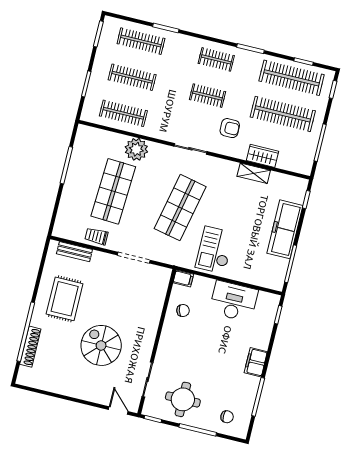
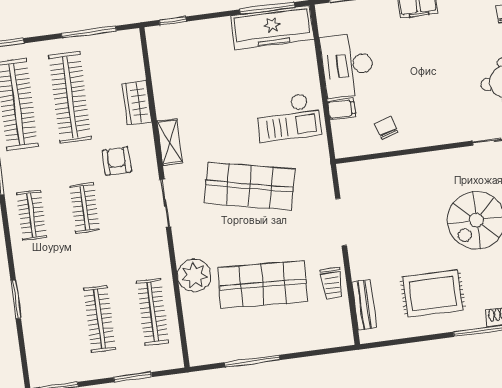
clothes rail: (141, 41) -> (46, 326), removed
shelving: (254, 173) -> (170, 142), moved
freezer: (285, 229) -> (272, 27), moved
filing cabinet: (183, 278) -> (342, 109), moved, turned 90

